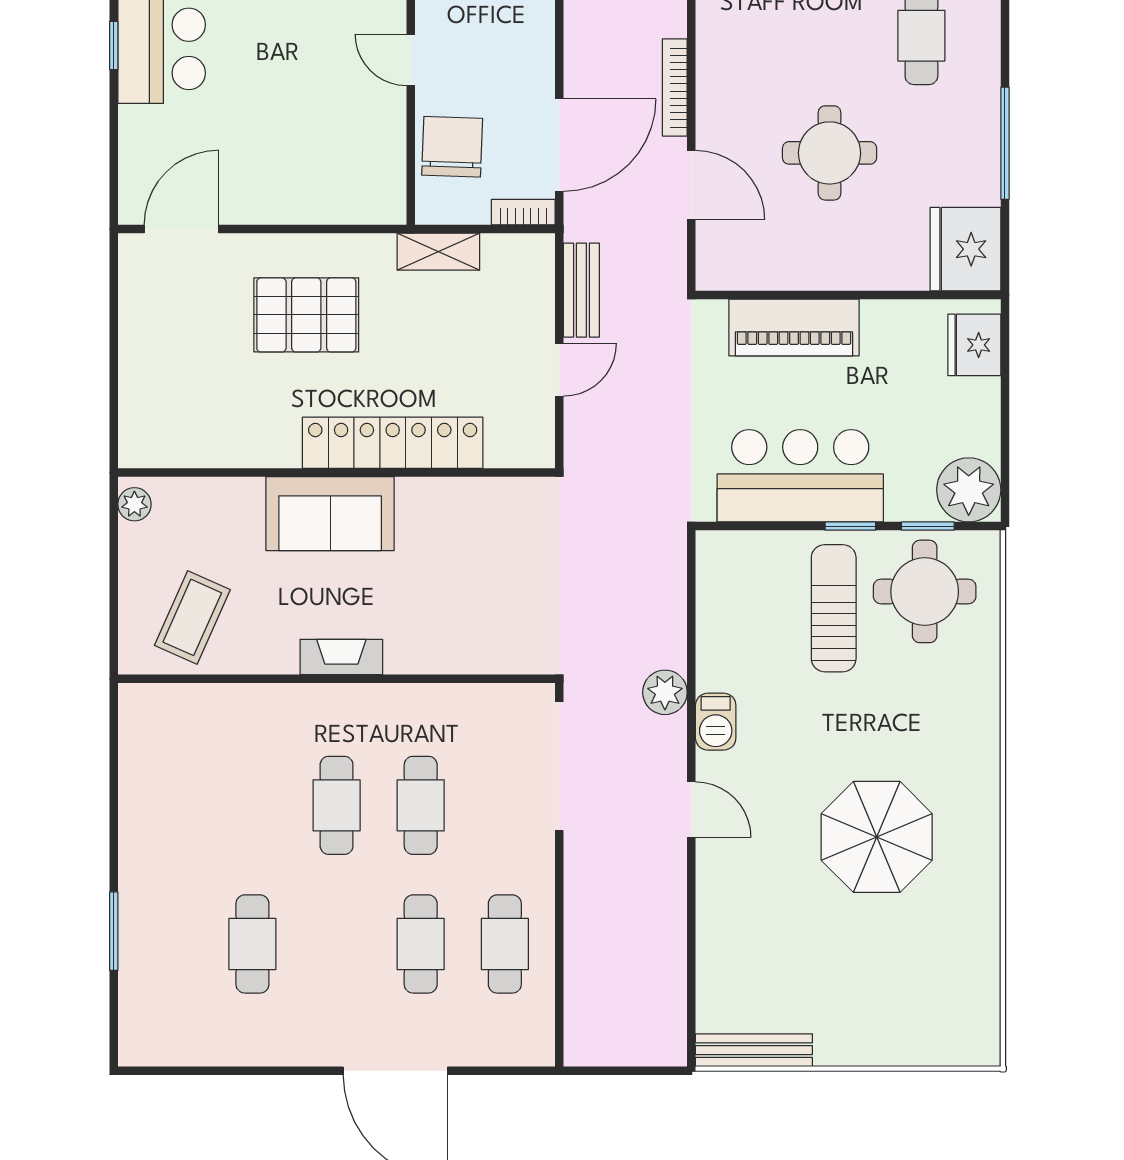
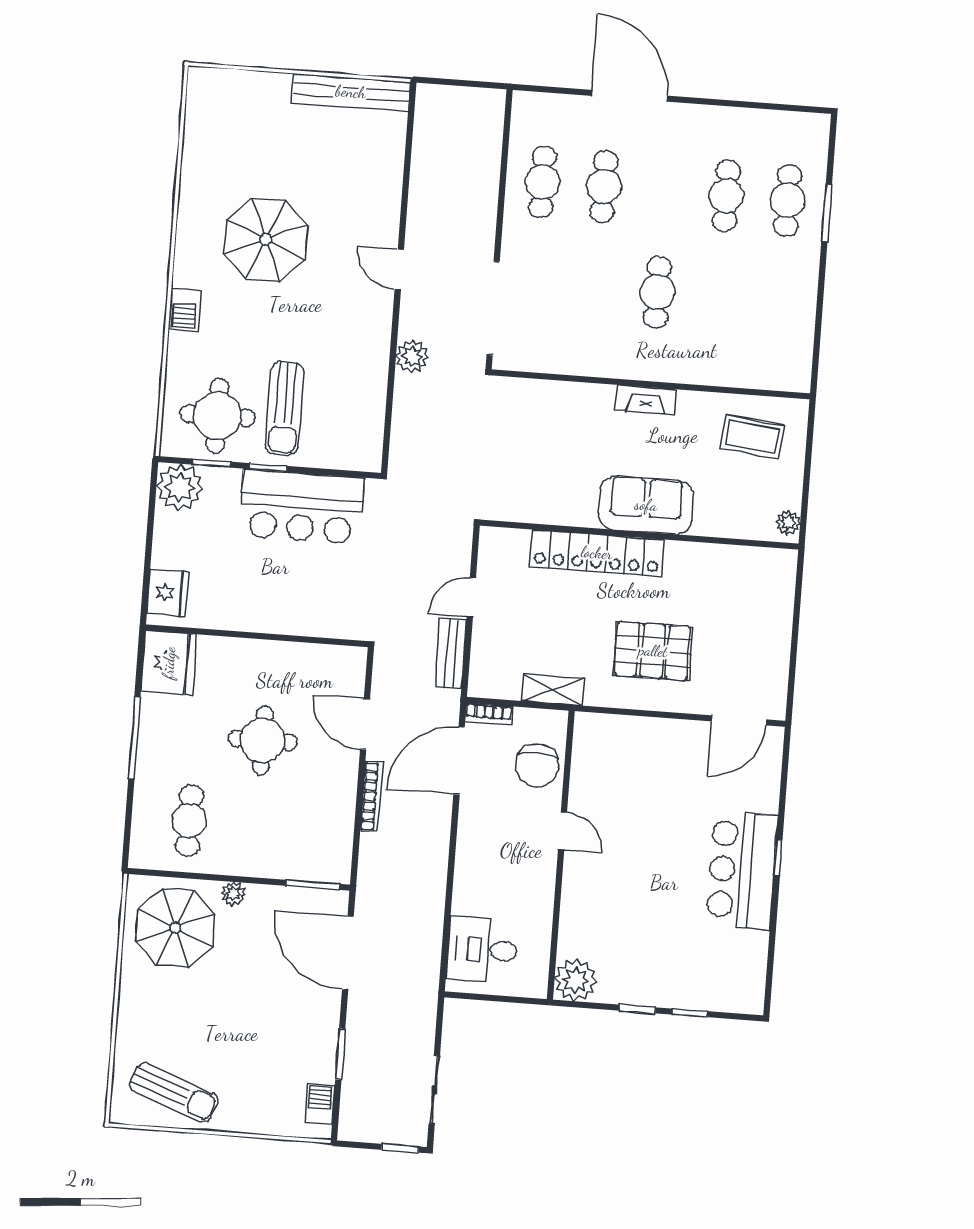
piano: (794, 327) -> (298, 615), removed
coffee table: (192, 617) -> (752, 437), turned 72
barbecue: (716, 722) -> (184, 310), moved, turned 180
cafe table: (421, 805) -> (788, 200), moved
bench: (754, 1050) -> (351, 92), width x1.37, depth x1.21

